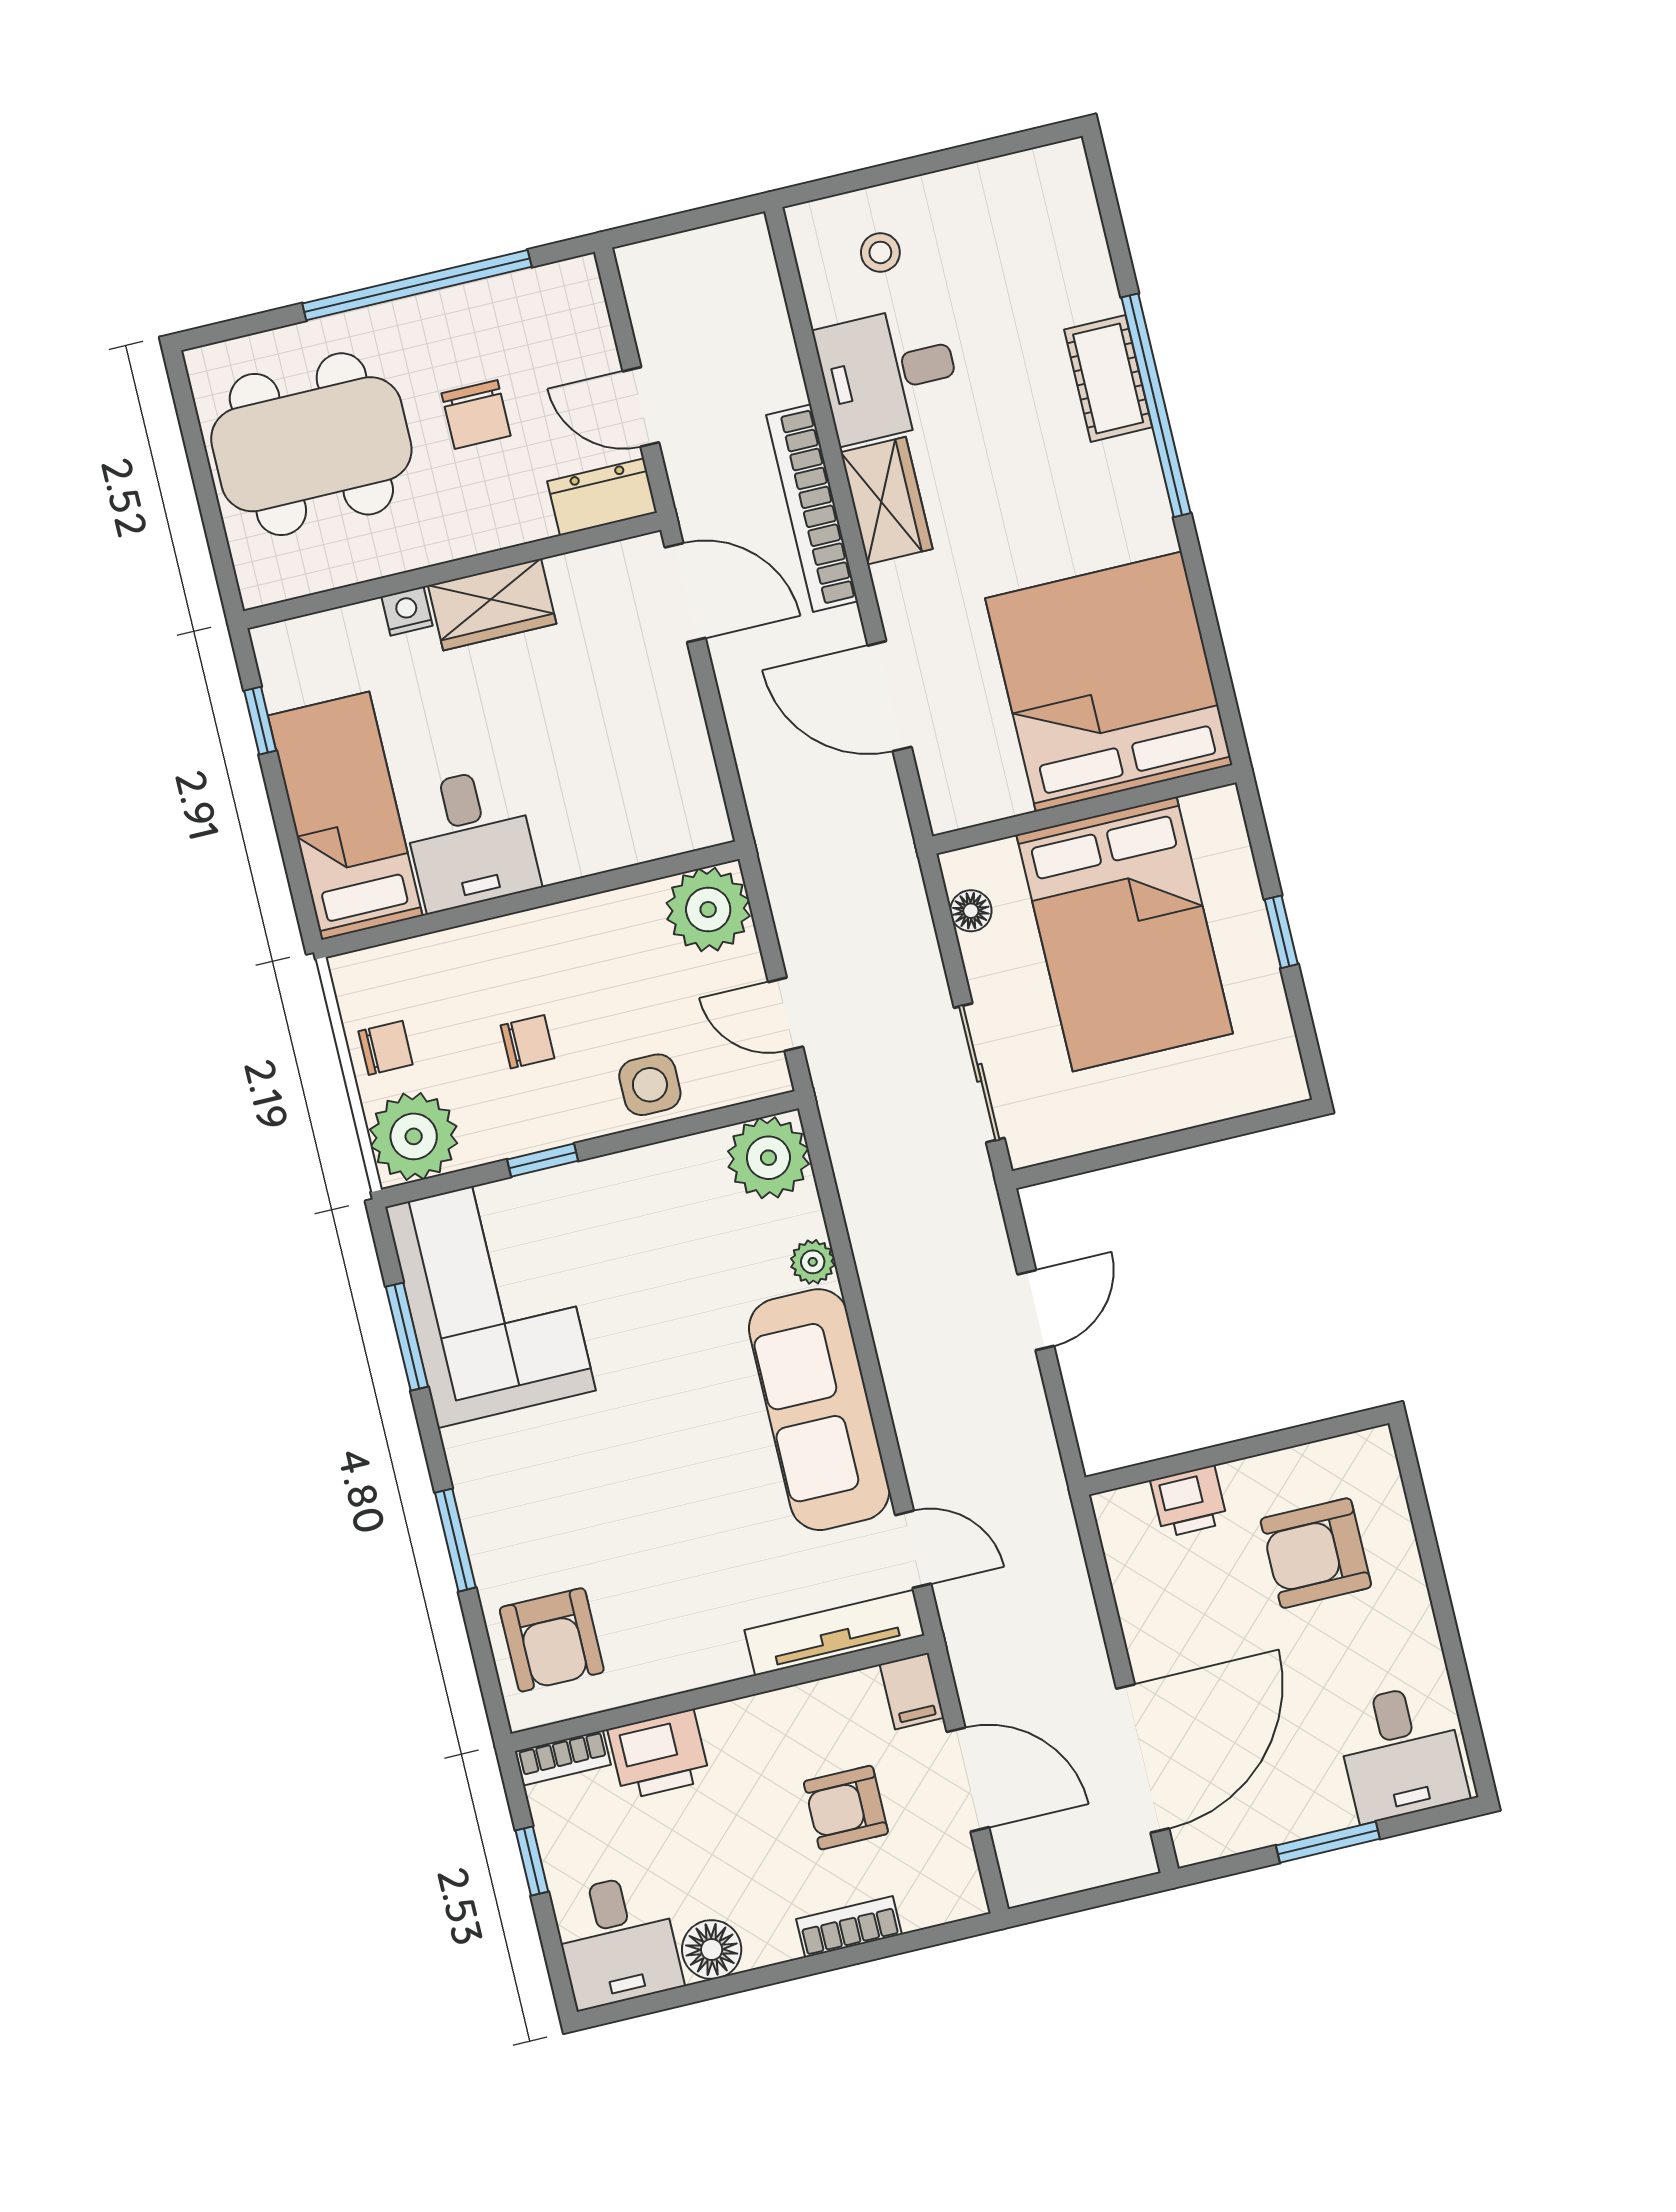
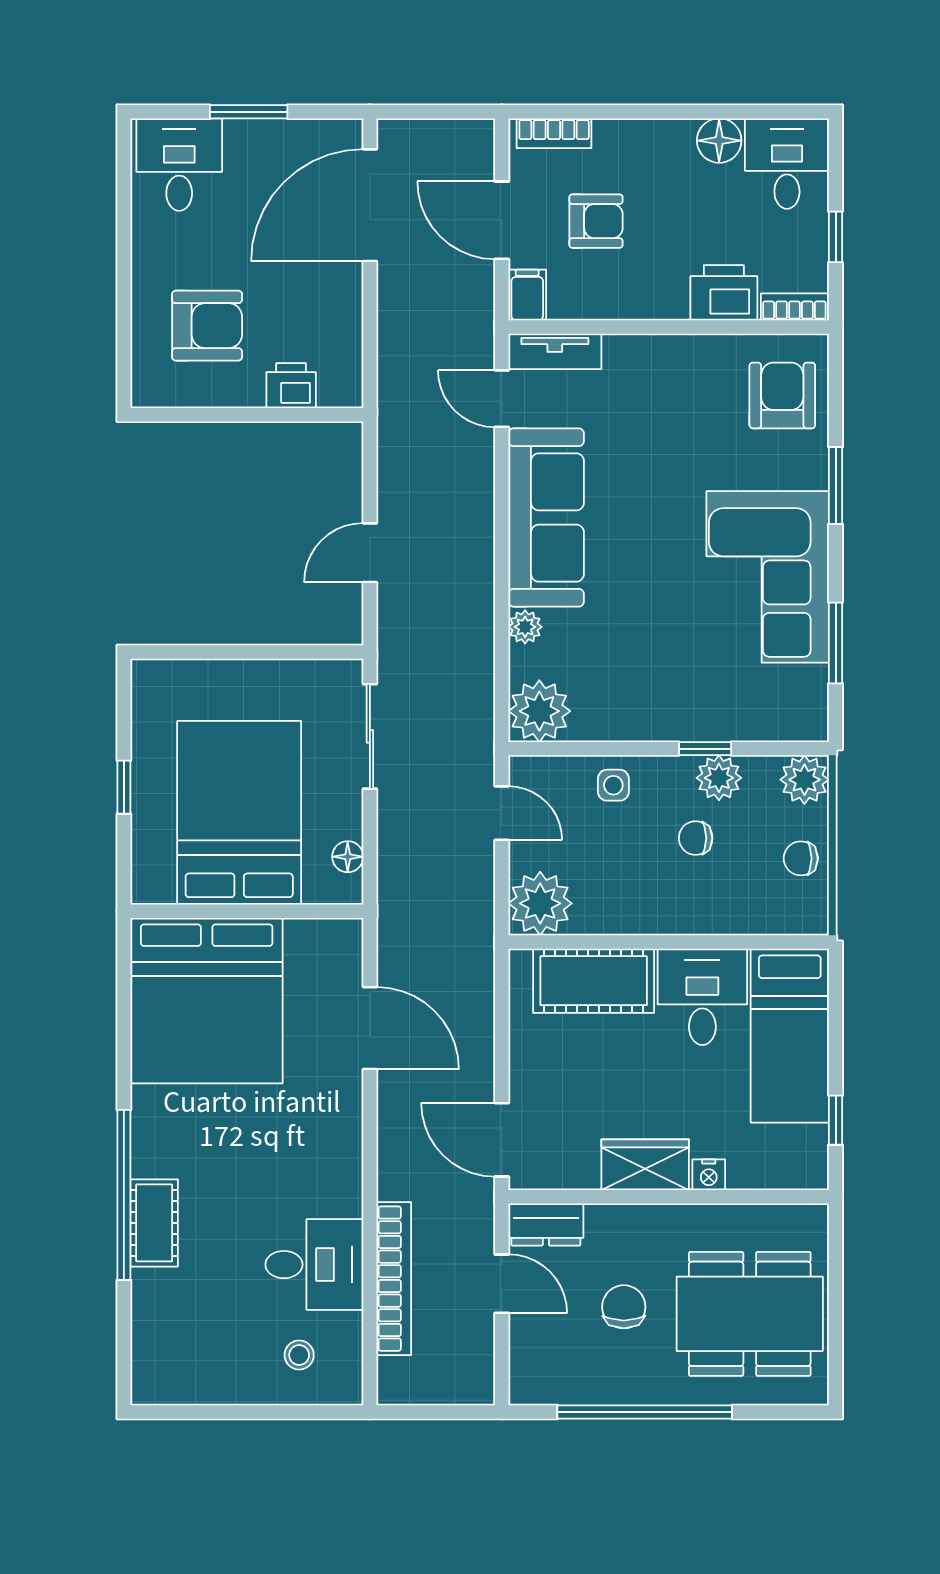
wardrobe: (886, 501) -> (338, 1172), removed
bookcase: (812, 508) -> (394, 1279), moved
cot: (615, 826) -> (594, 981), added
side table: (650, 1085) -> (613, 785), width x0.73, depth x0.73
plant: (516, 1127) -> (719, 778), added
plant: (414, 1136) -> (804, 780), width x0.73, depth x0.73
corner sofa: (490, 1299) -> (768, 577), moved
tv unit: (835, 1633) -> (555, 351), width x0.71
bookcase: (849, 1927) -> (554, 133), moved

